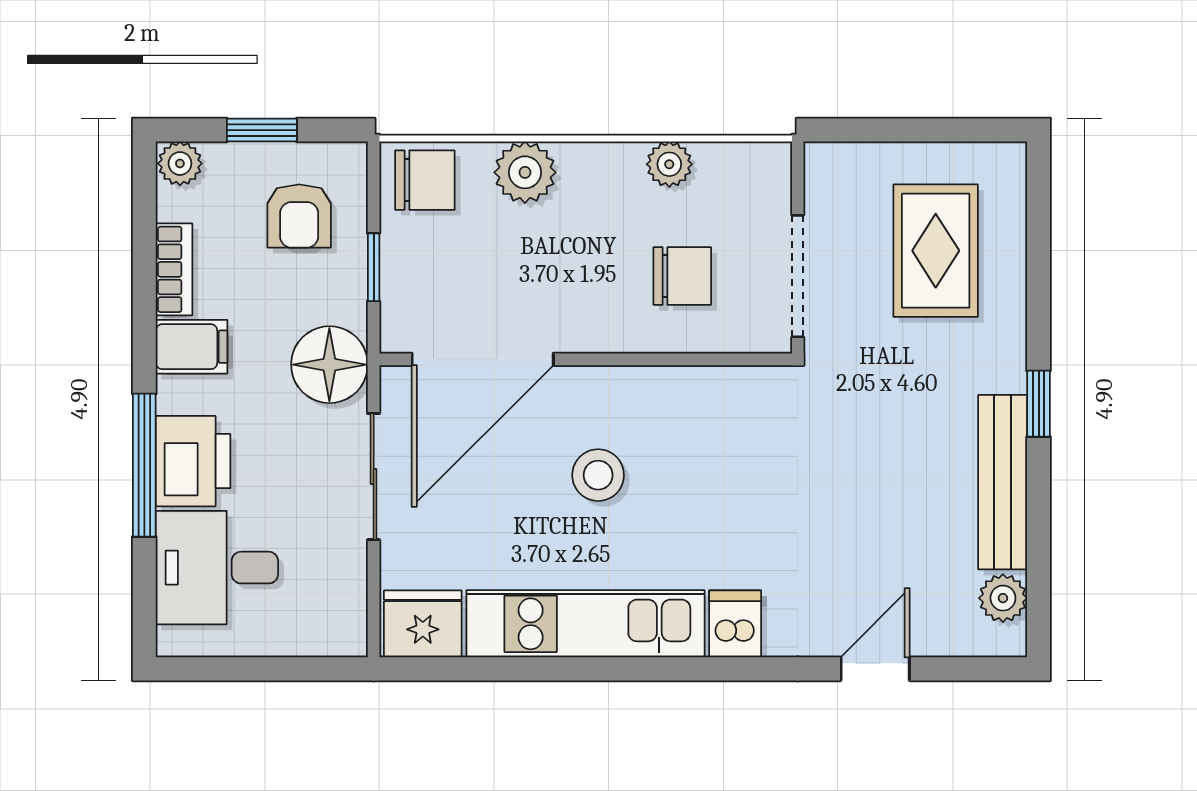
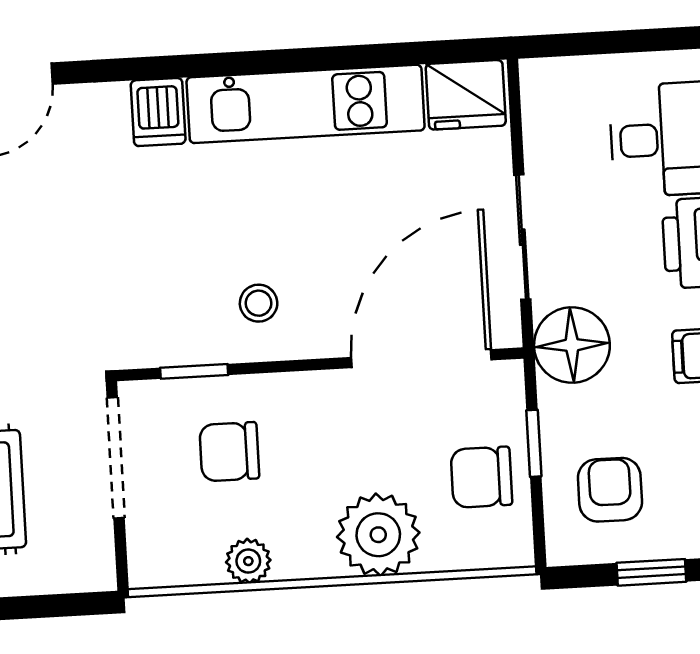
plant: (525, 172) -> (378, 535), width x1.36, depth x1.36
chair: (425, 180) -> (481, 477), moved
window: (713, 359) -> (194, 371), added
stool: (598, 475) -> (259, 303), moved, width x0.73, depth x0.73

